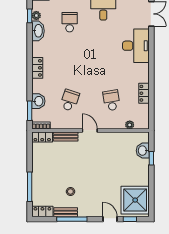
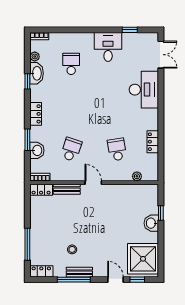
window: (30, 16) -> (27, 81), moved
window: (30, 111) -> (27, 140), moved
washbasin: (143, 151) -> (151, 223), moved
bench: (66, 212) -> (79, 272), moved

